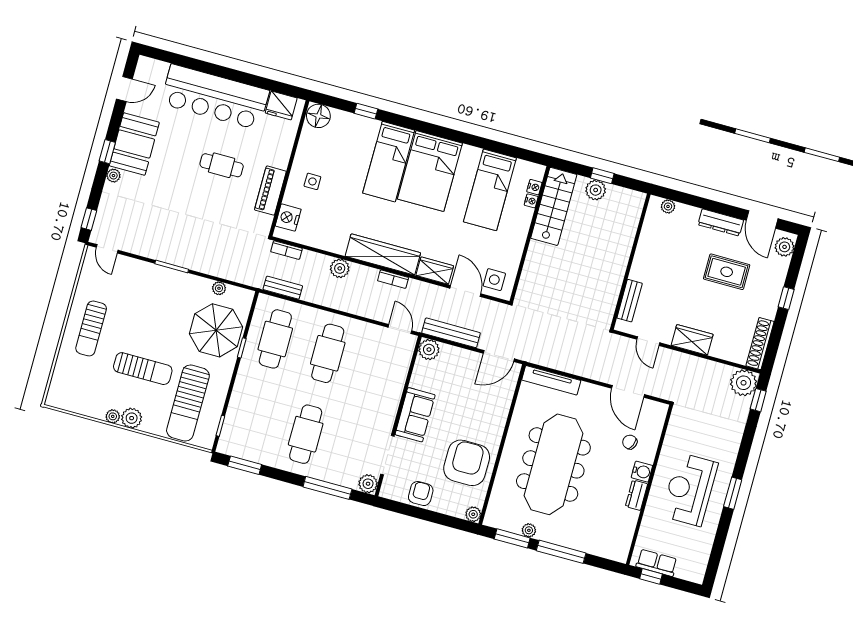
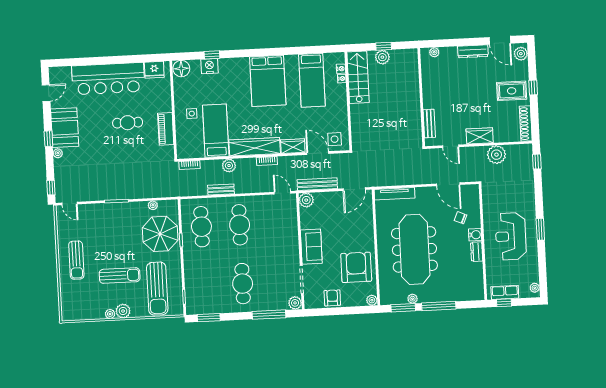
bed: (389, 162) -> (216, 131), moved, turned 180
nightstand: (288, 218) -> (209, 66), moved, turned 90
rug: (727, 272) -> (512, 91), moved
bench: (283, 288) -> (221, 190), moved
plant: (744, 383) -> (496, 155), moved
plant: (699, 570) -> (535, 288), added

